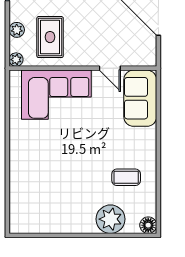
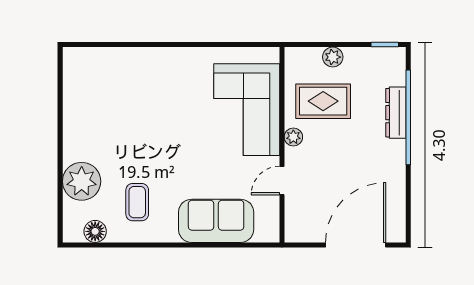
plant: (16, 60) -> (293, 137), moved
sofa: (140, 98) -> (216, 221), moved
floor lamp: (148, 225) -> (95, 231), moved

